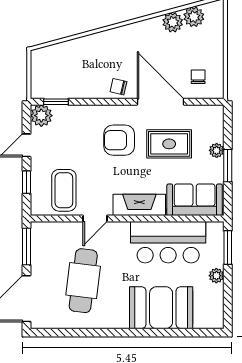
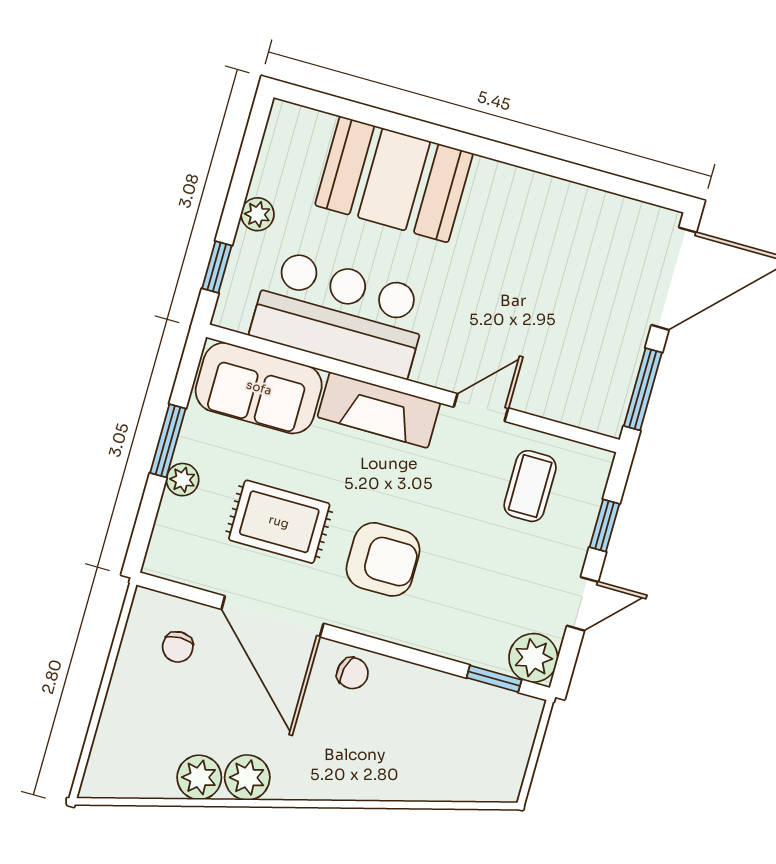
plant: (194, 17) -> (247, 777), moved
coffee table: (64, 190) -> (530, 486), width x0.73, depth x0.77
window: (228, 248) -> (217, 267), width x0.67
cafe table: (83, 281) -> (543, 283), removed

